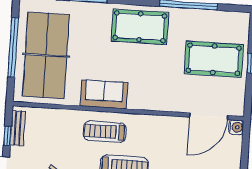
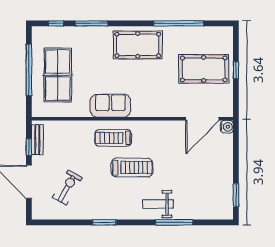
table tennis table: (46, 55) -> (58, 75), width x0.73, depth x0.76

